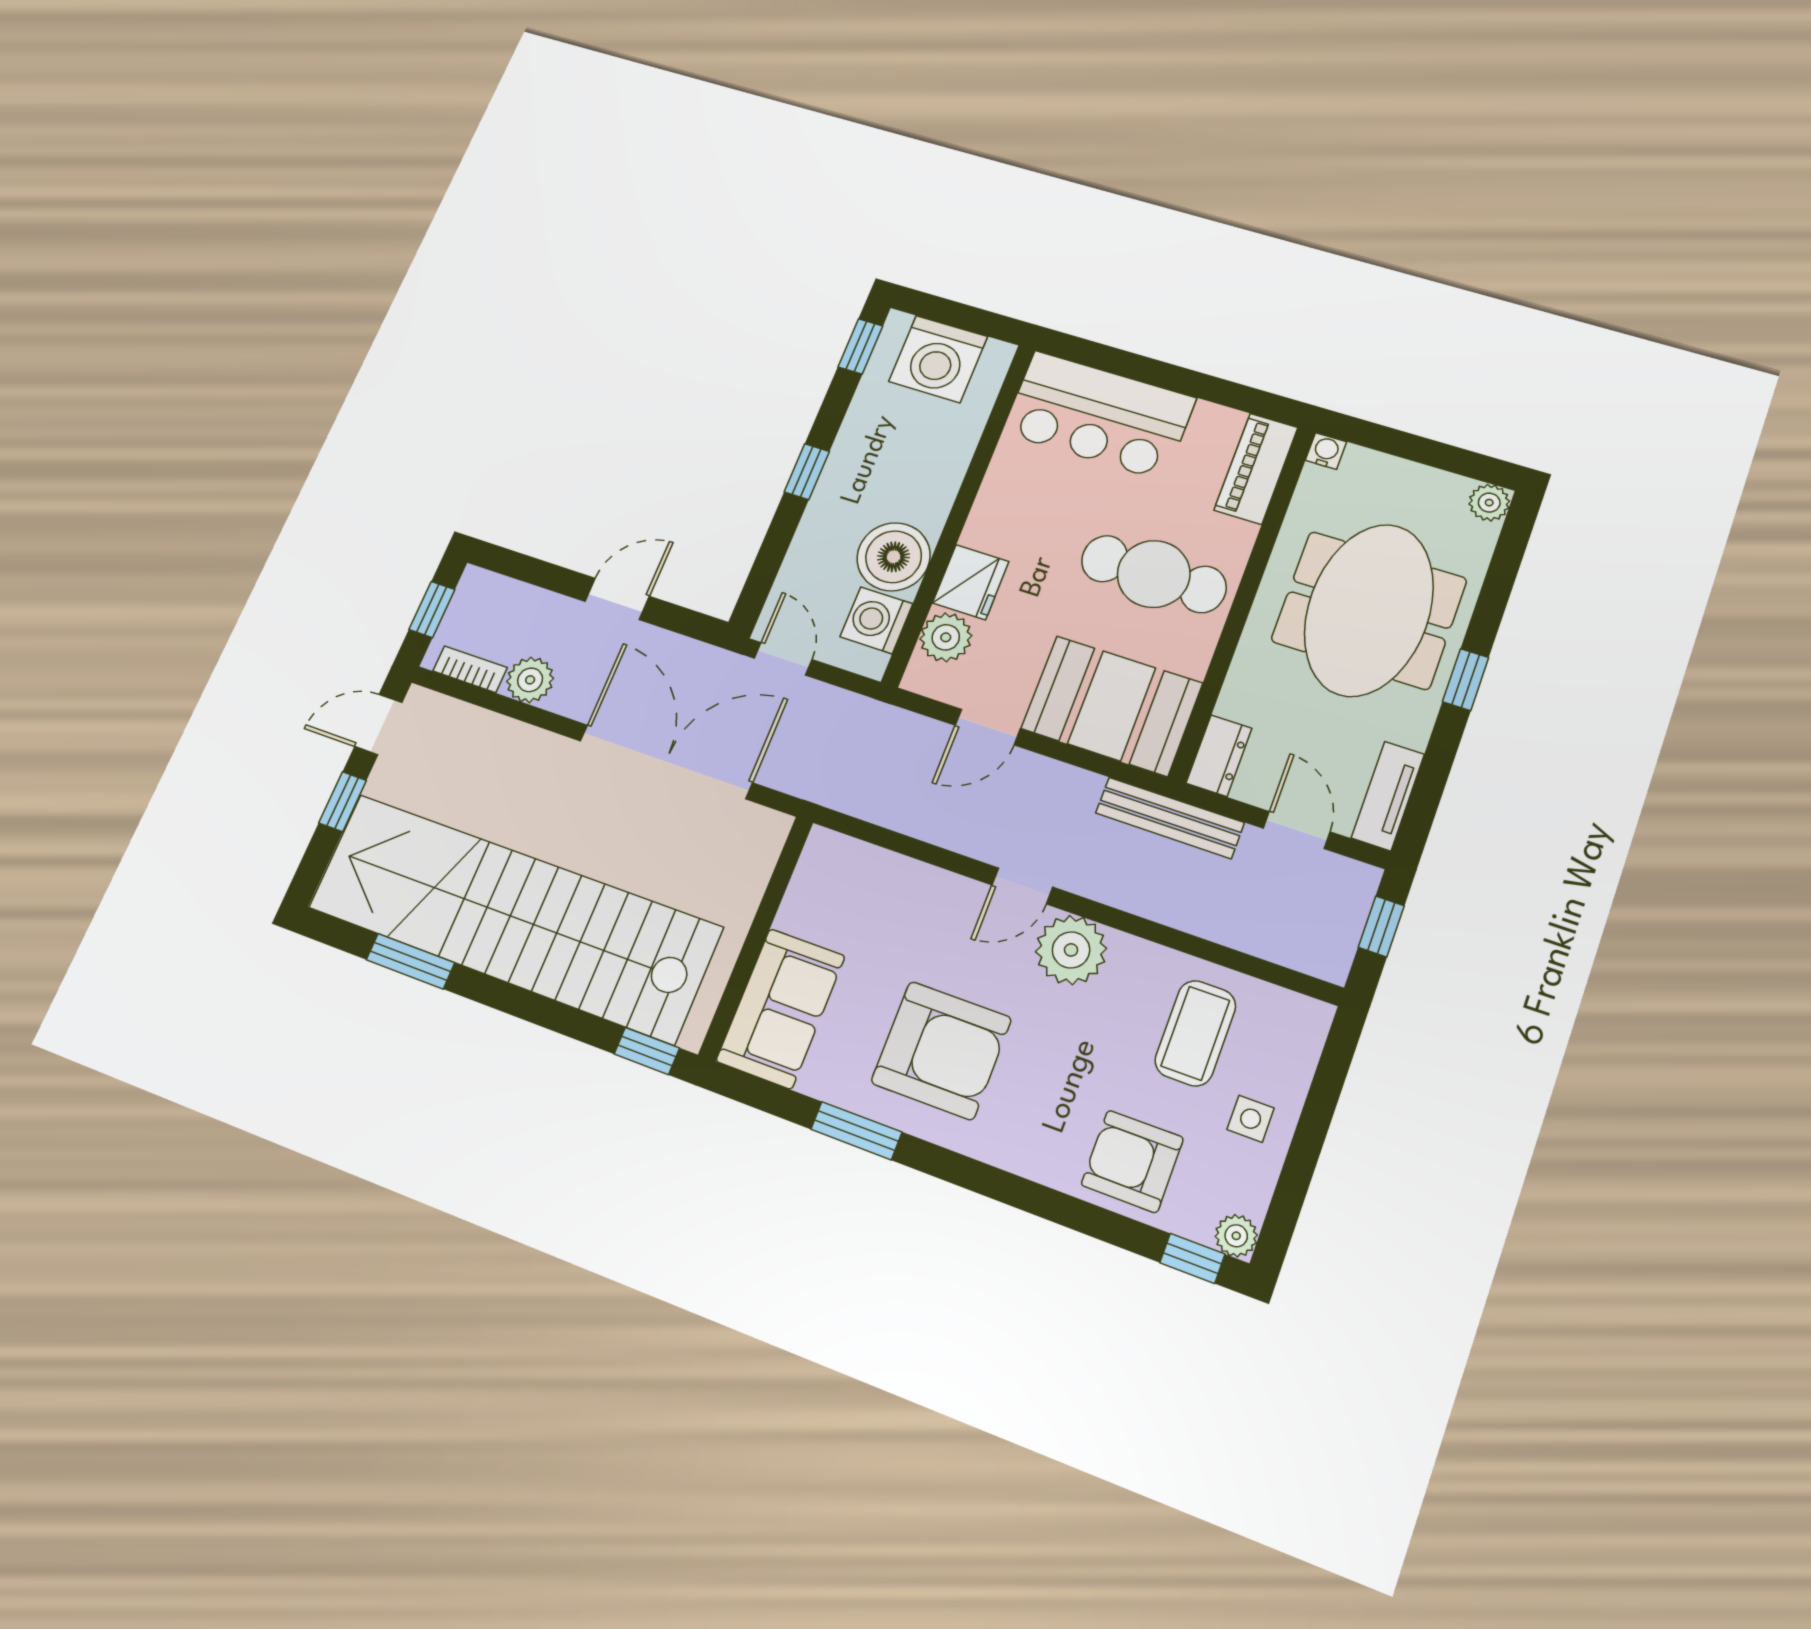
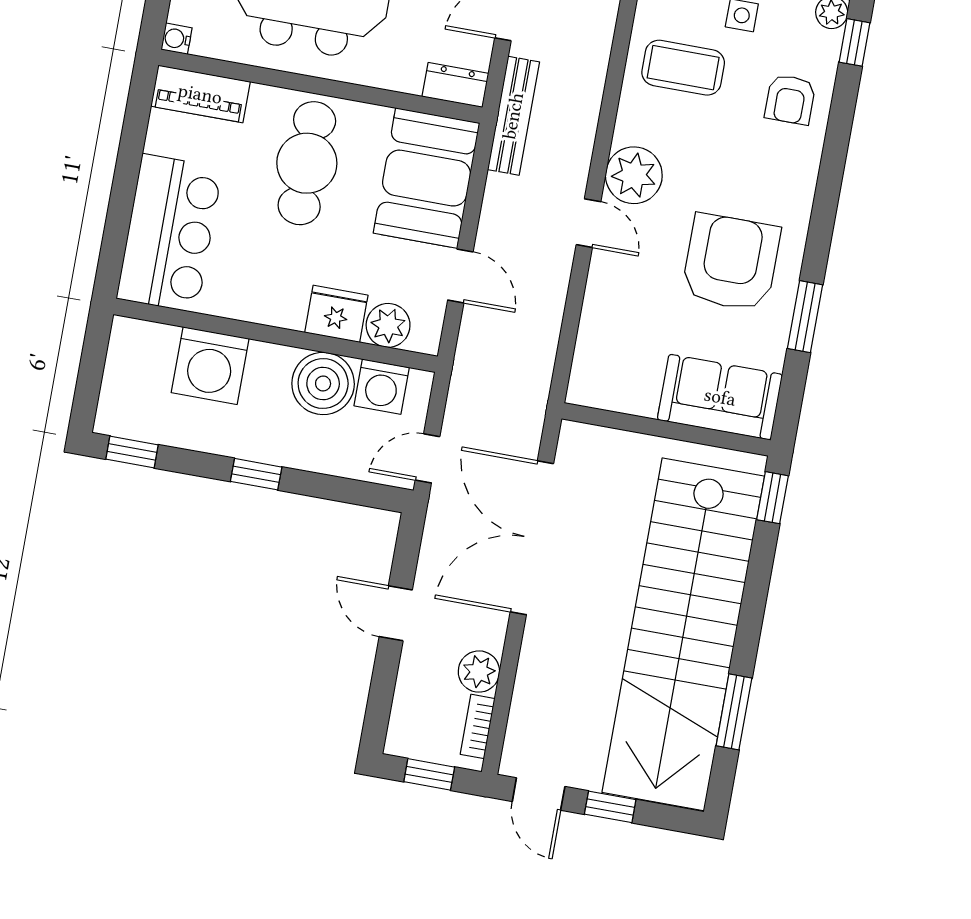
washing machine: (938, 359) -> (210, 366), moved, turned 90
armchair: (1132, 1161) -> (790, 99), width x0.72, depth x0.72

